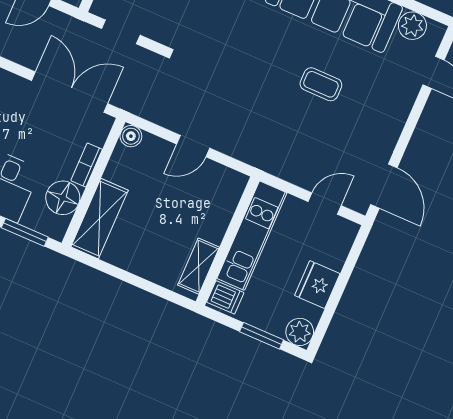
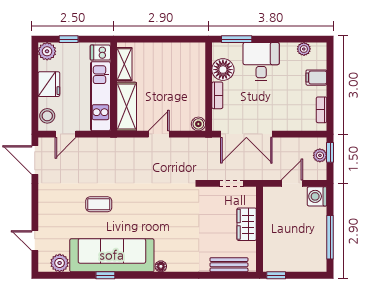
shelving: (100, 219) -> (127, 107), moved
stool: (339, 241) -> (47, 116), added
window: (262, 336) -> (69, 39), width x0.67

